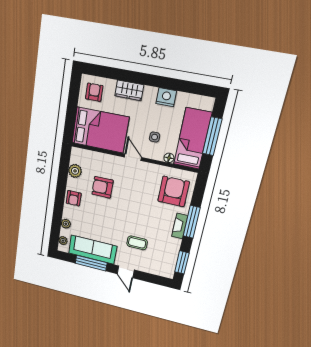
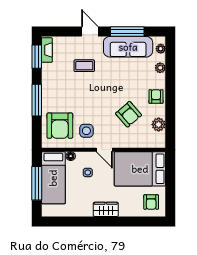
wardrobe: (129, 90) -> (106, 209), moved
nightstand: (166, 97) -> (84, 209), removed
side table: (147, 180) -> (86, 131), added
armchair: (102, 187) -> (129, 114), turned 49
fireplace: (180, 226) -> (47, 50), moved

